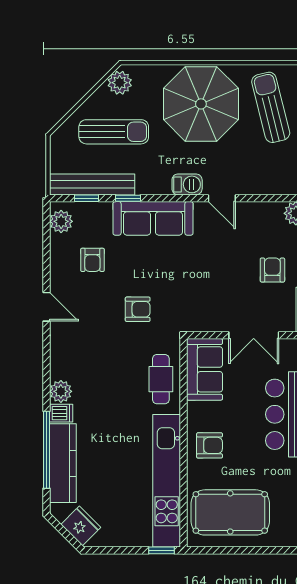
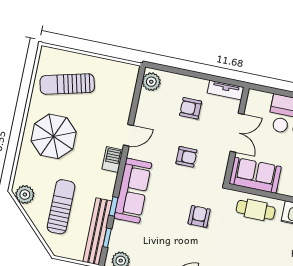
parasol: (201, 104) -> (54, 136), width x0.73, depth x0.73
armchair: (92, 260) -> (186, 157), moved

